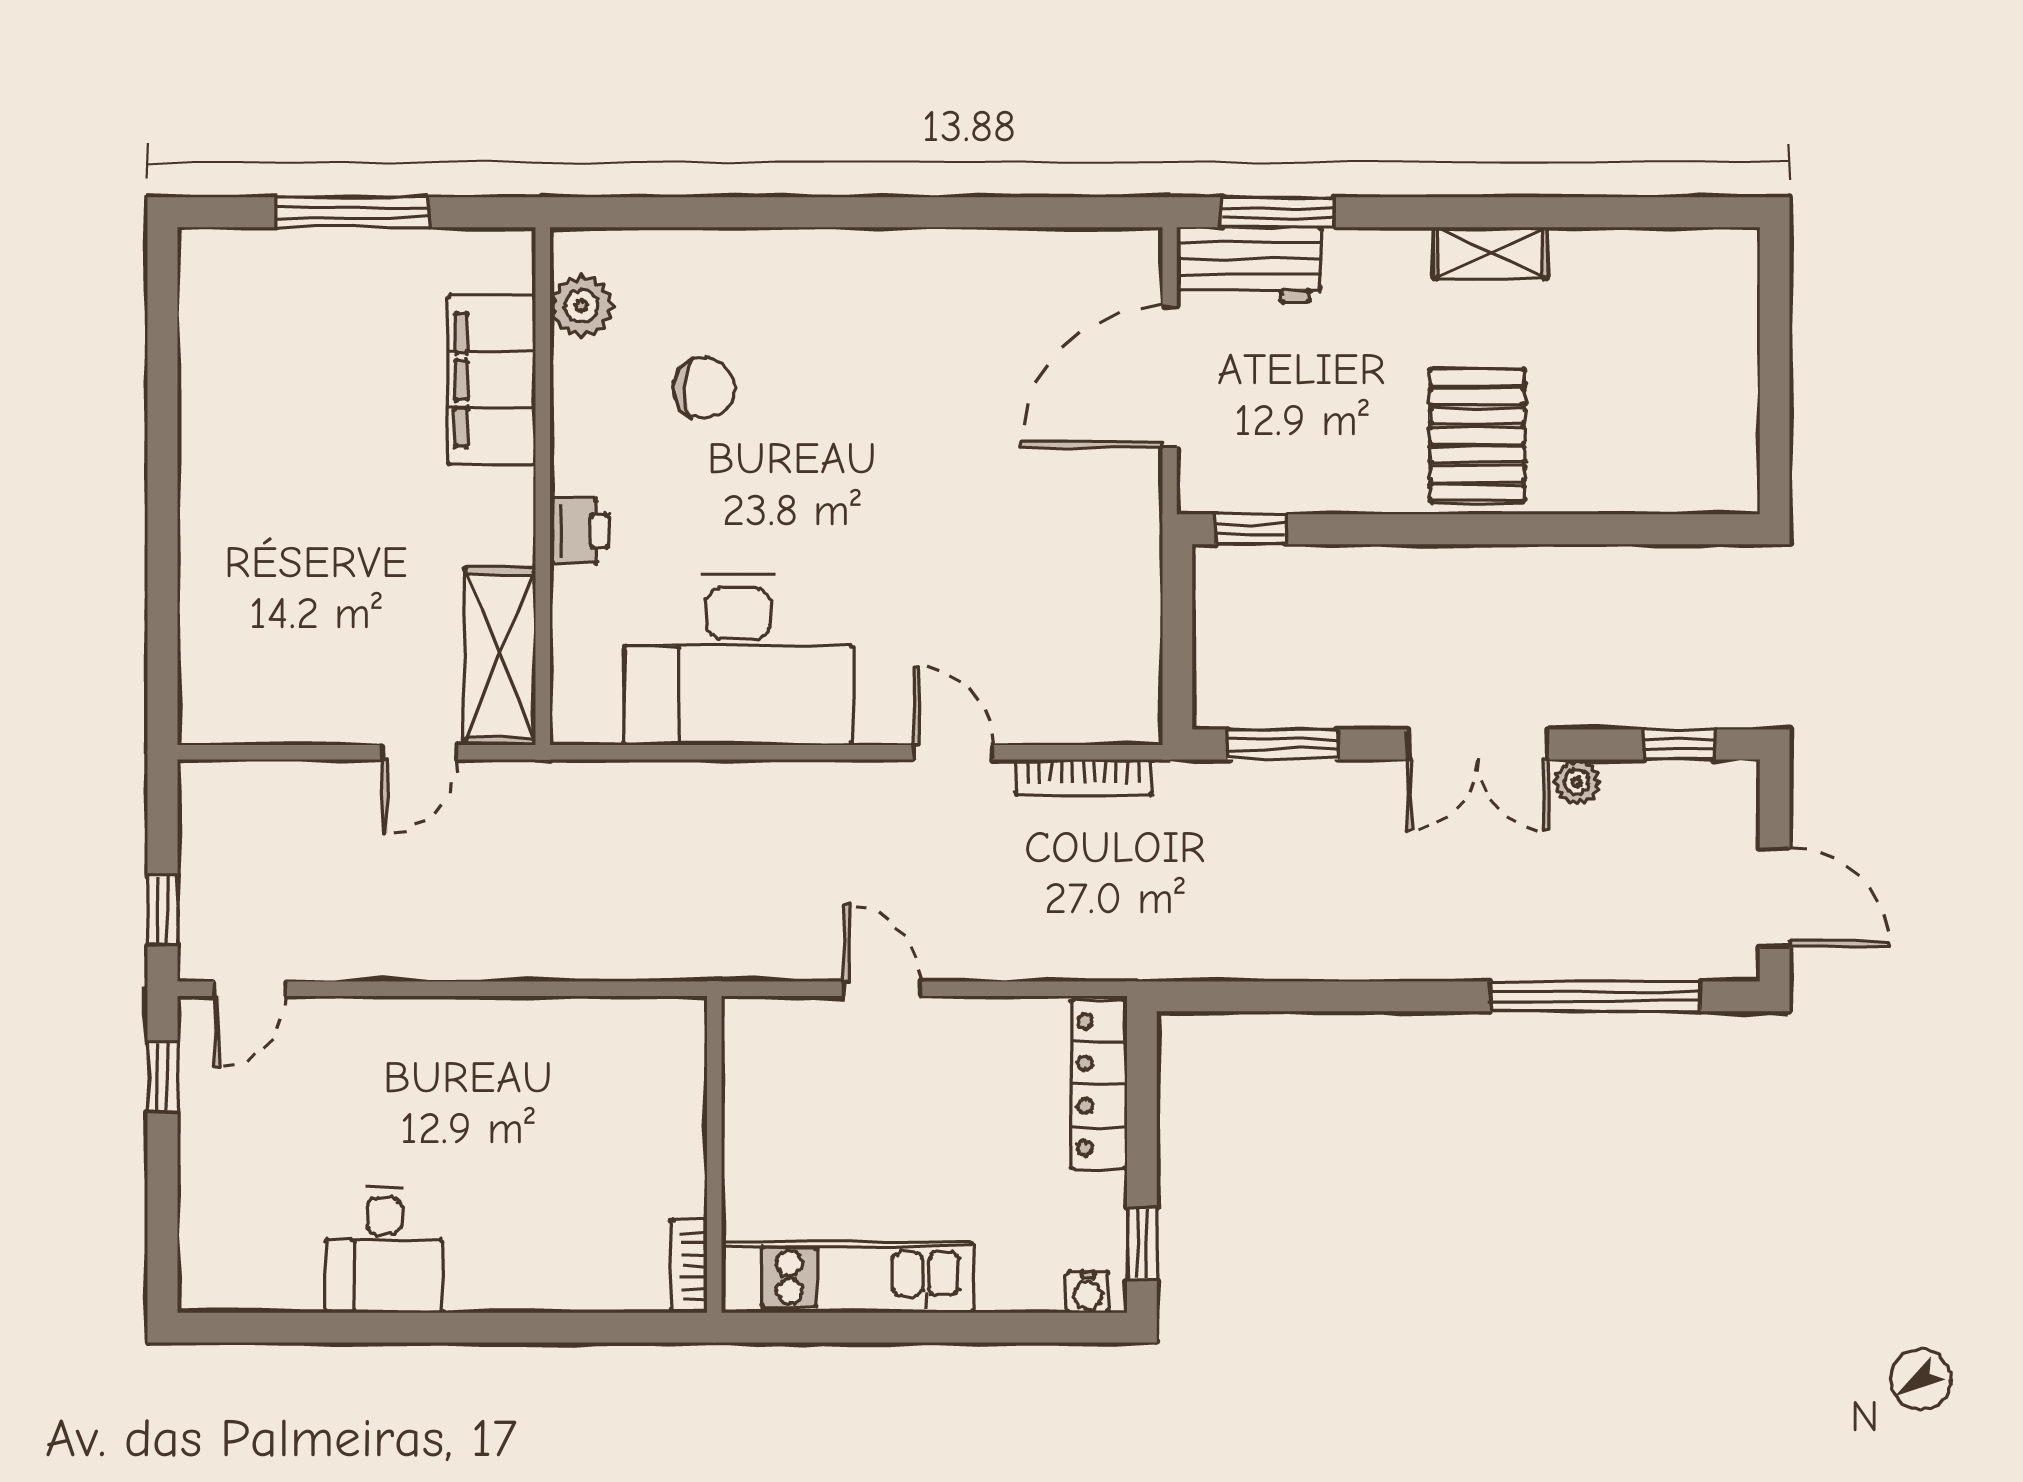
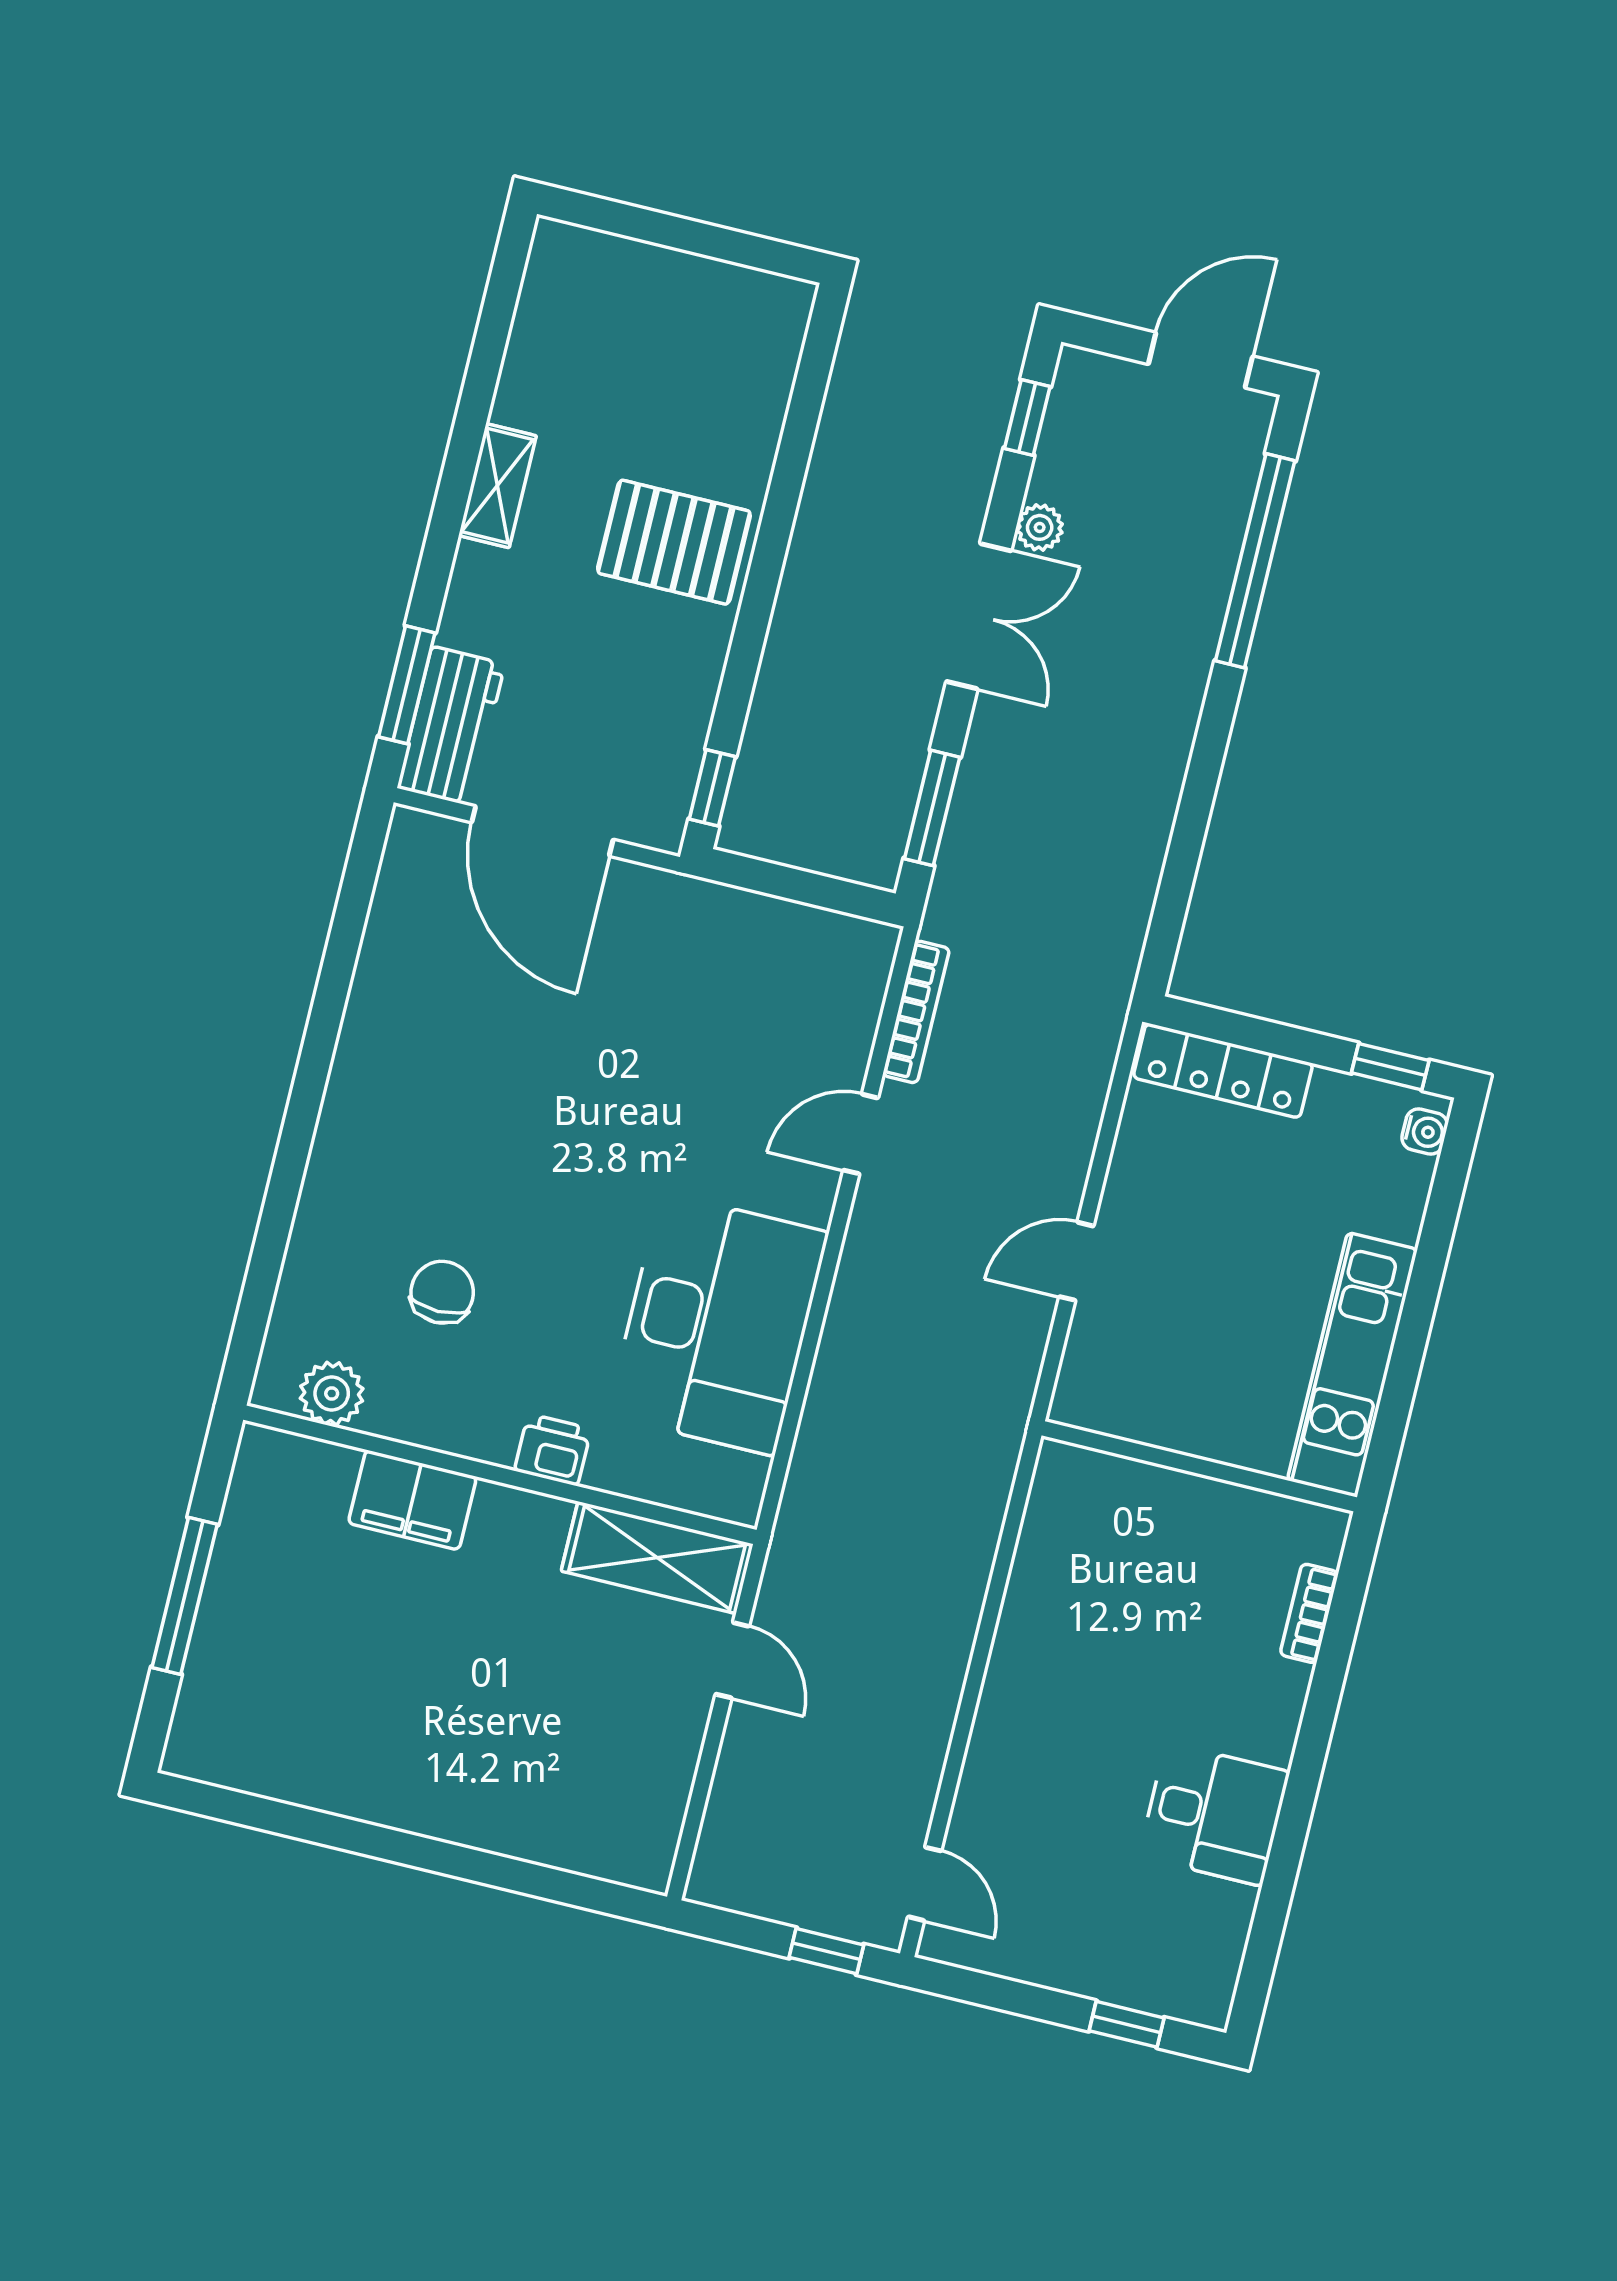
filing cabinet: (492, 380) -> (412, 1500), width x0.67, depth x0.86
window: (163, 1077) -> (1127, 2024), moved
bookcase: (689, 1266) -> (1309, 1613), moved, turned 90

